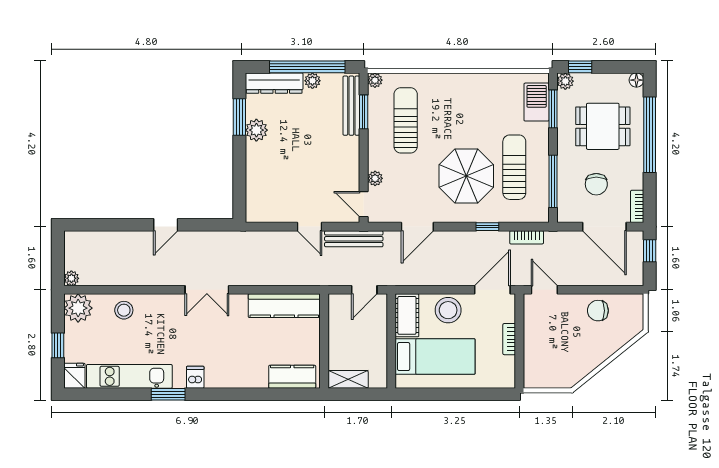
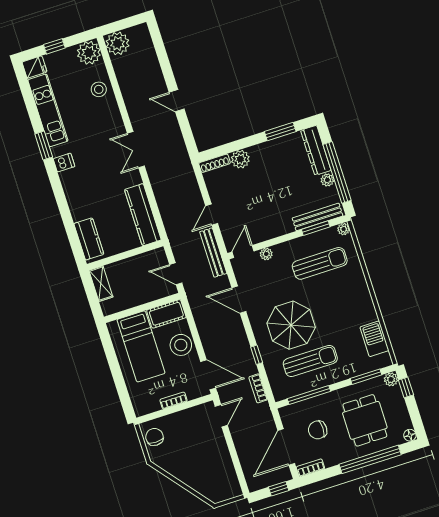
barbecue: (537, 102) -> (374, 339), moved, turned -90
plant: (256, 130) -> (240, 159), moved
shoe rack: (252, 204) -> (215, 163), added
plant: (71, 278) -> (118, 43), width x1.88, depth x1.88
chair: (598, 311) -> (154, 437), moved

